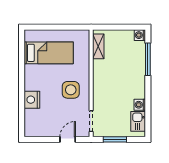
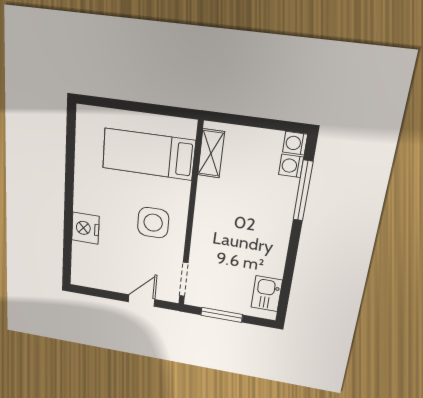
bed: (49, 53) -> (148, 154), moved, turned 180
washing machine: (140, 105) -> (291, 166), moved

